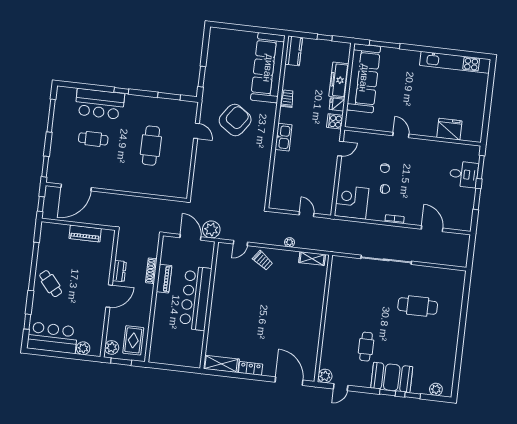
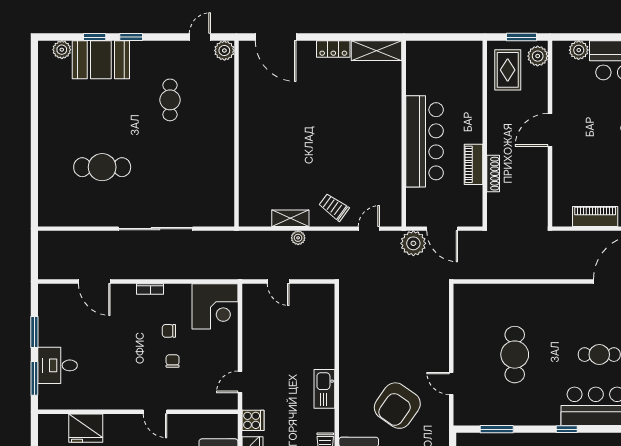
shelving: (312, 258) -> (290, 218), moved
dresser: (119, 271) -> (539, 168), removed
booth: (392, 377) -> (101, 60), moved

